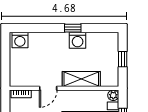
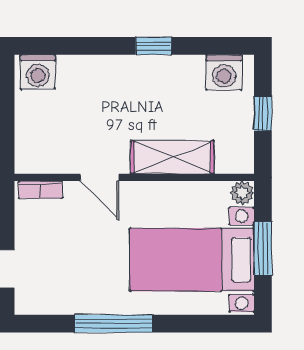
washing machine: (78, 40) -> (224, 72), moved
door: (48, 88) -> (100, 177), hinge flipped

